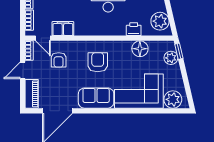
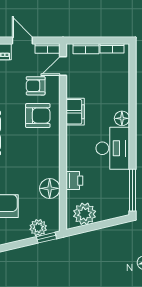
filing cabinet: (63, 29) -> (75, 112), moved
armchair: (98, 62) -> (38, 116), moved

